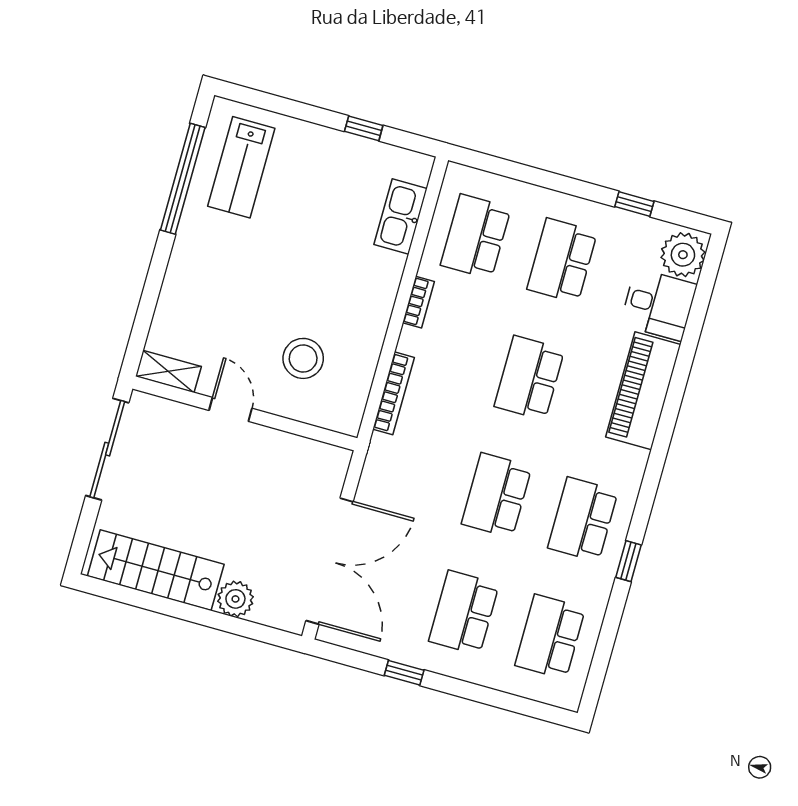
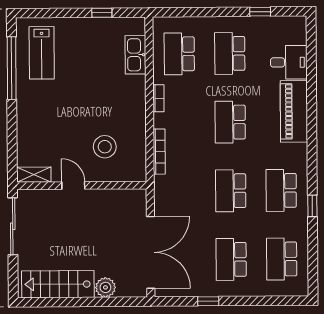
plant: (683, 255) -> (294, 32), removed

